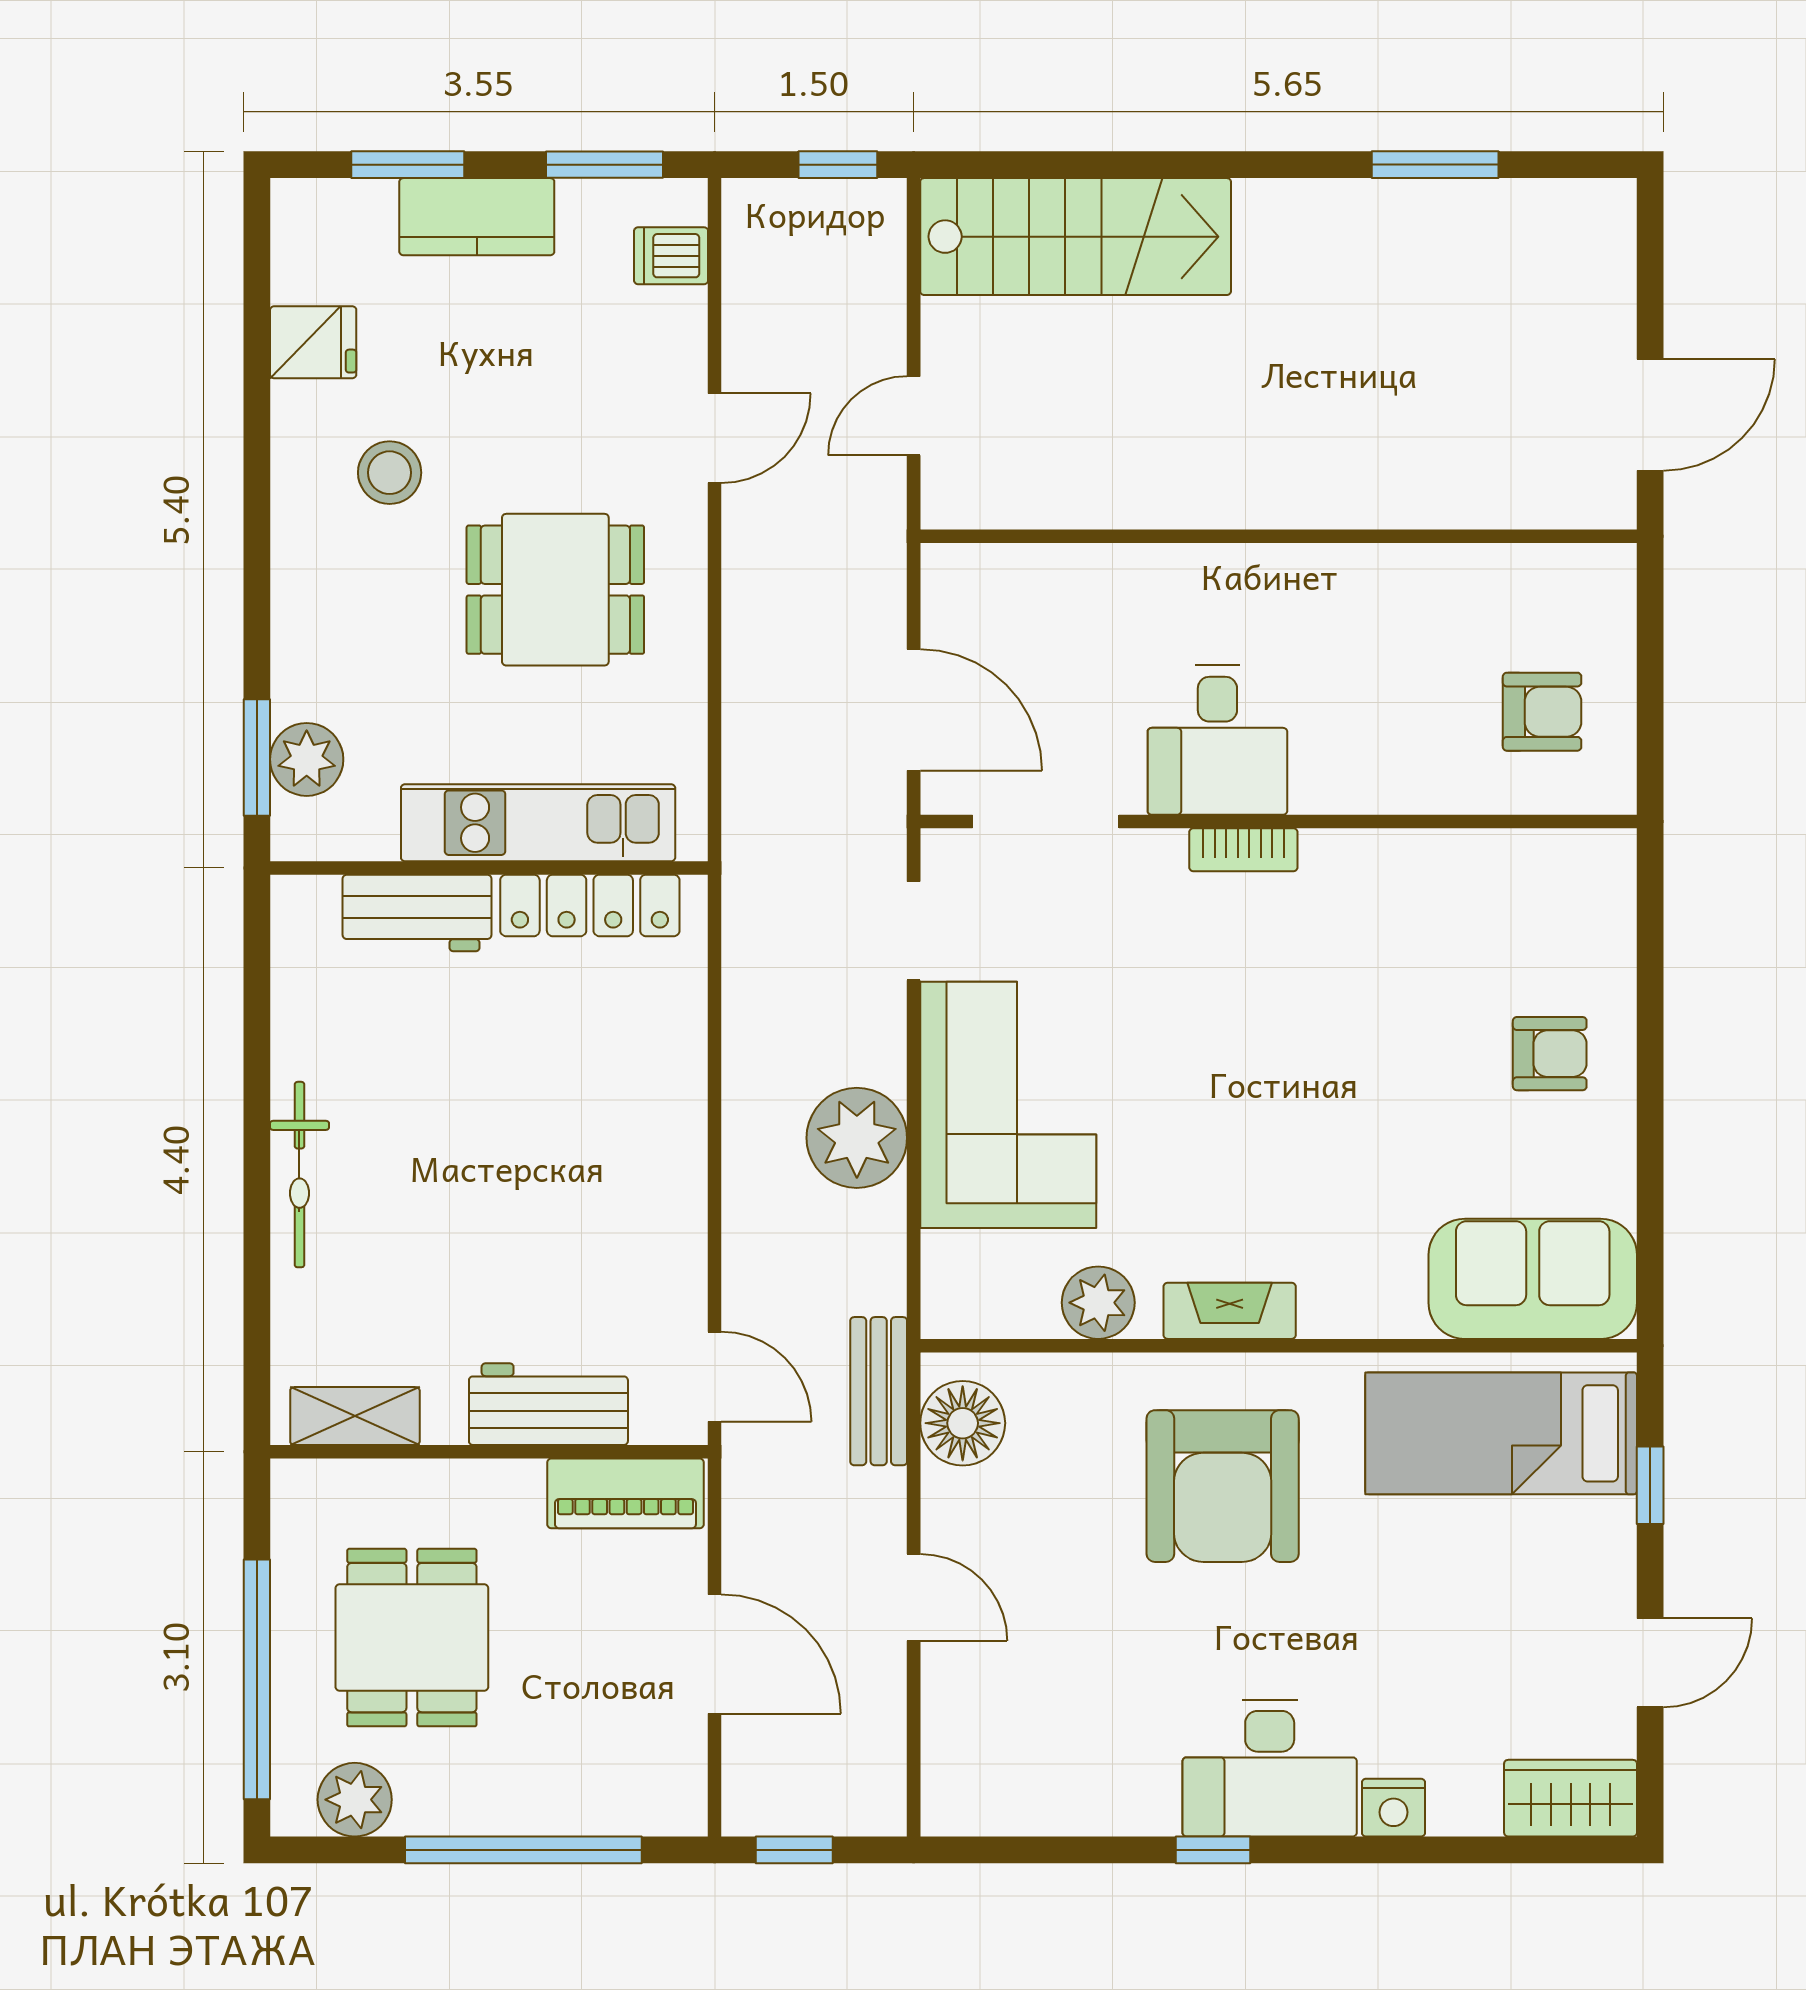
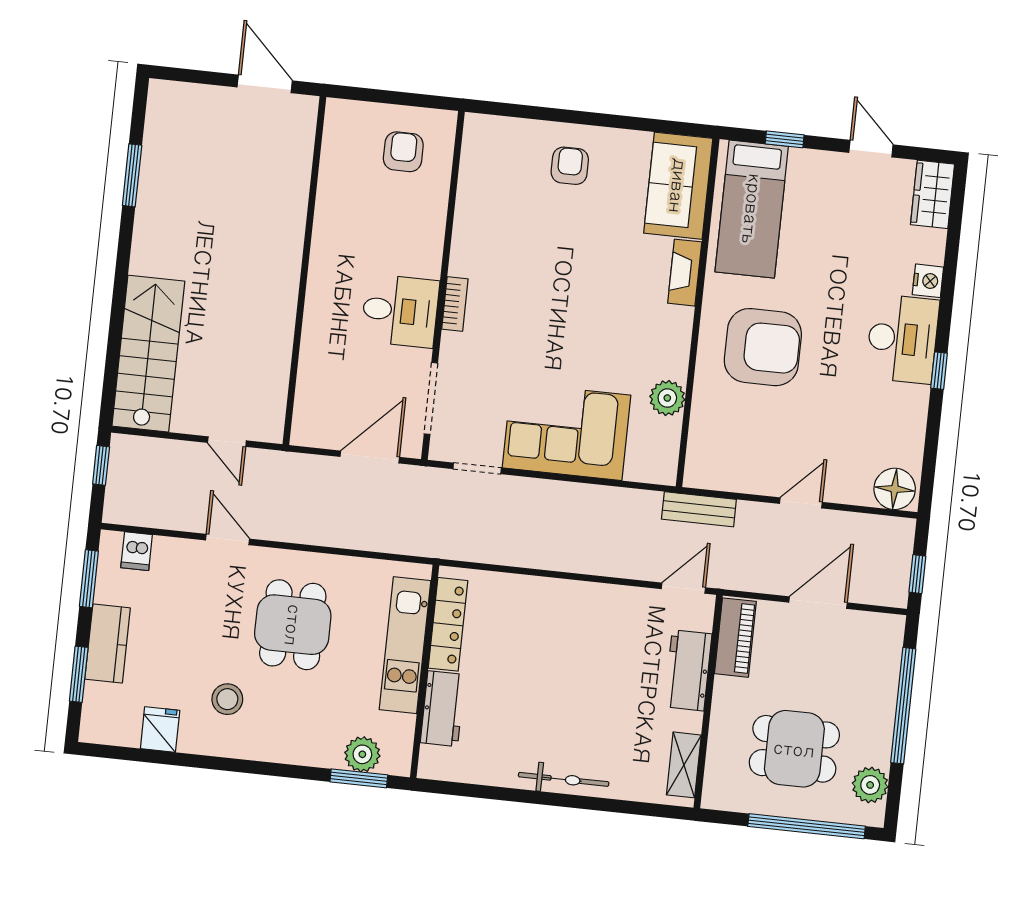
plant: (857, 1138) -> (575, 507), removed
fireplace: (1230, 1311) -> (685, 273), moved
floor lamp: (963, 1423) -> (895, 489), moved

